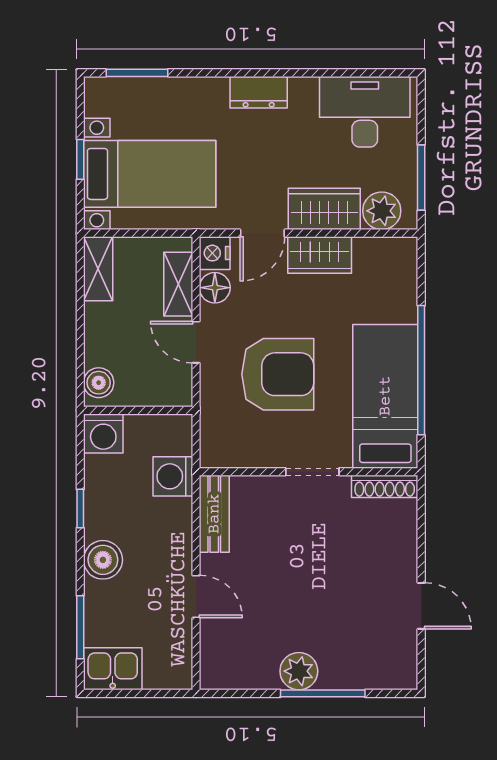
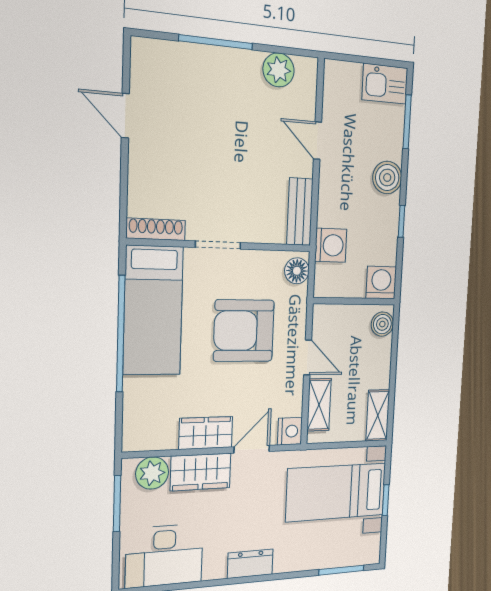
floor lamp: (215, 288) -> (297, 271), moved
plant: (299, 671) -> (279, 70), moved

